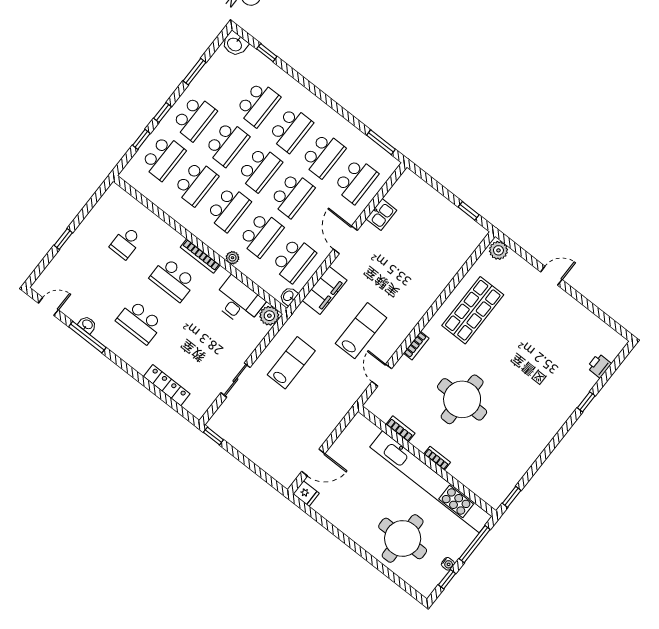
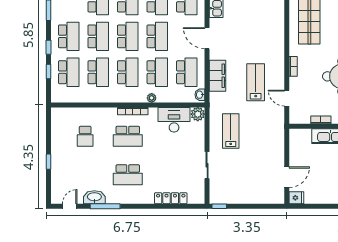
washbasin: (87, 325) -> (94, 197), width x1.91, depth x1.45

